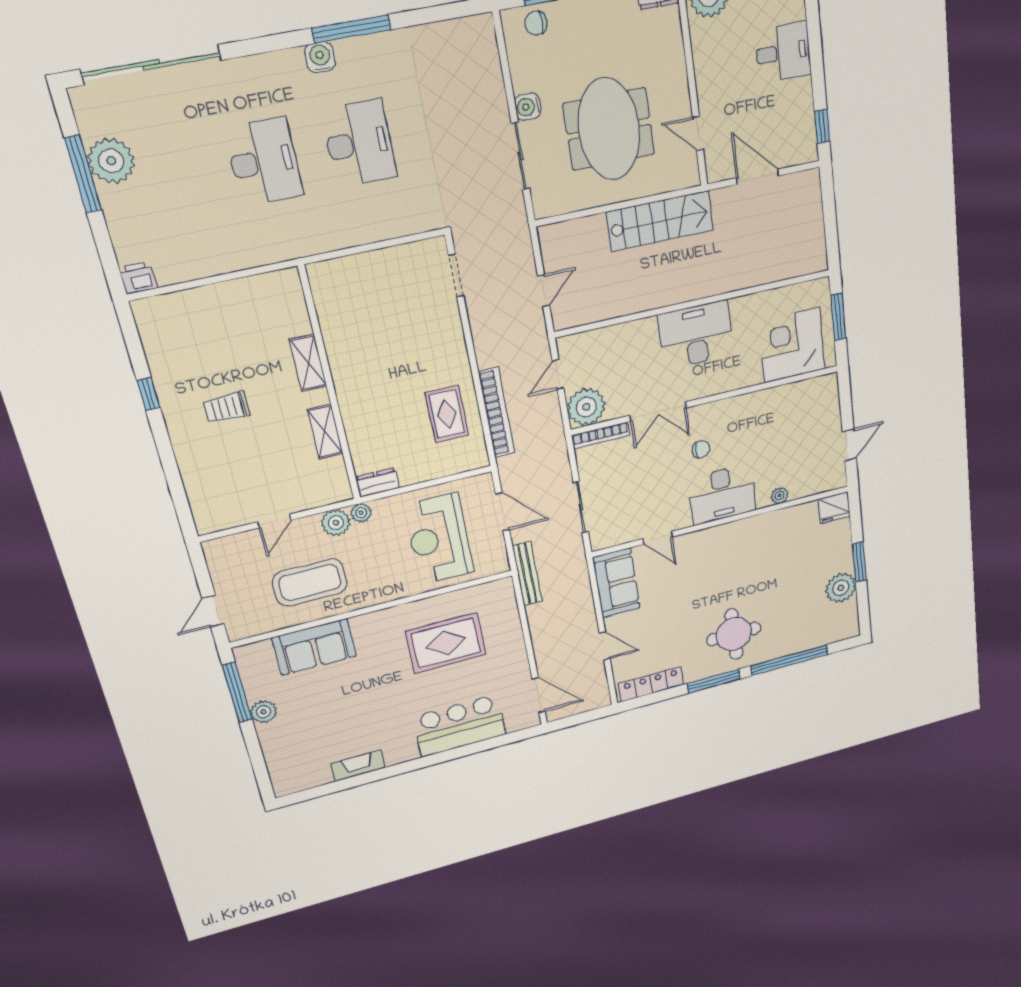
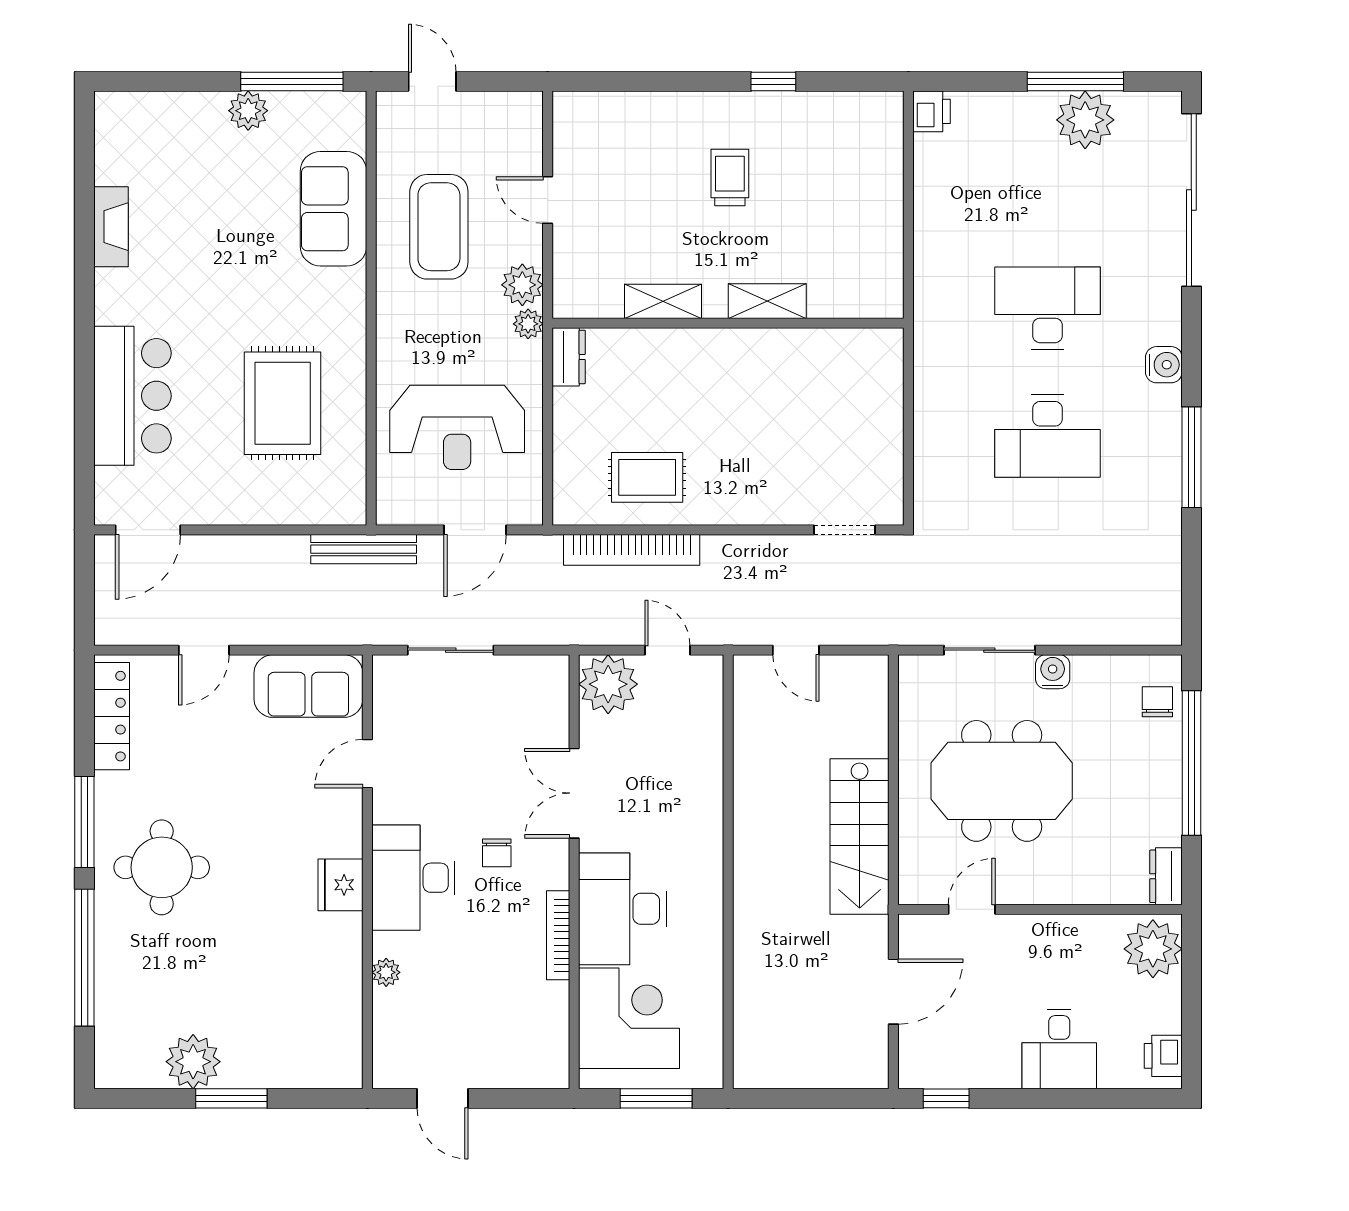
water cooler: (320, 57) -> (1164, 365), moved
desk: (264, 162) -> (1047, 308), turned 180
desk: (696, 335) -> (622, 909), moved, turned 180
bookcase: (601, 435) -> (558, 935), moved
fridge: (834, 508) -> (340, 885), moved
reception desk: (439, 539) -> (457, 427), turned 180

